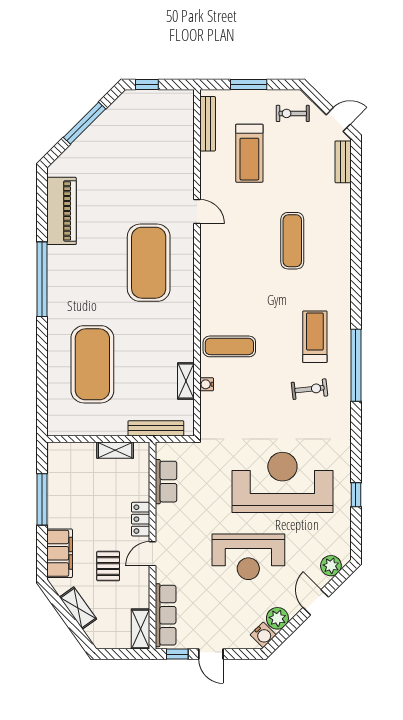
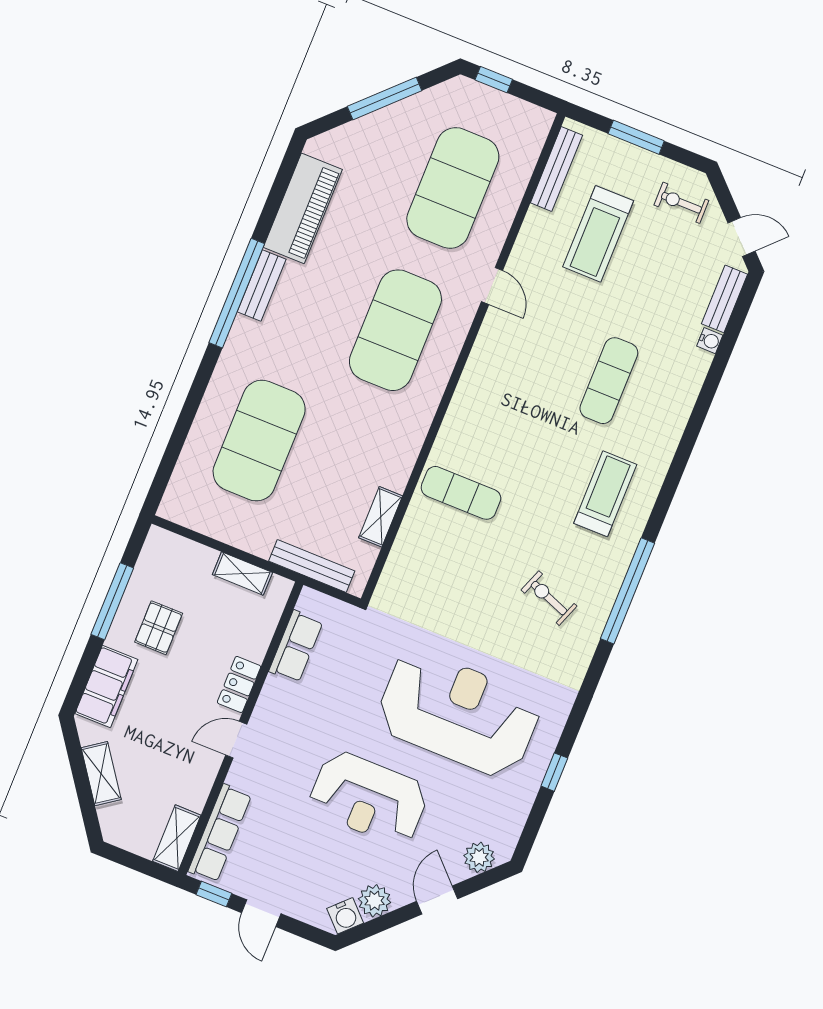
exercise mat: (149, 161) -> (453, 188), added
bench: (55, 268) -> (262, 285), added
treadmill: (315, 337) -> (605, 494), moved
water cooler: (207, 384) -> (710, 341), moved, turned 180
exercise bike: (309, 389) -> (549, 598), turned -153
pallet: (108, 566) -> (159, 628), moved

